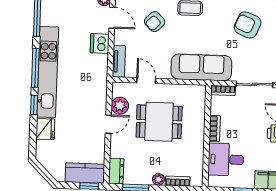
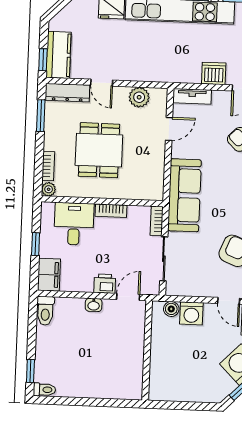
dining table: (159, 122) -> (99, 150), moved
door: (108, 124) -> (102, 83), moved
dresser: (116, 171) -> (67, 93), width x1.44
plant: (158, 179) -> (49, 189), moved

